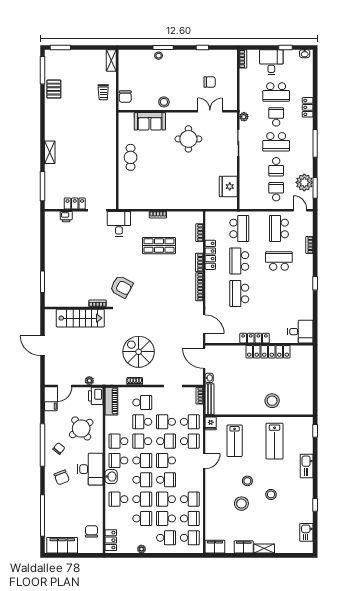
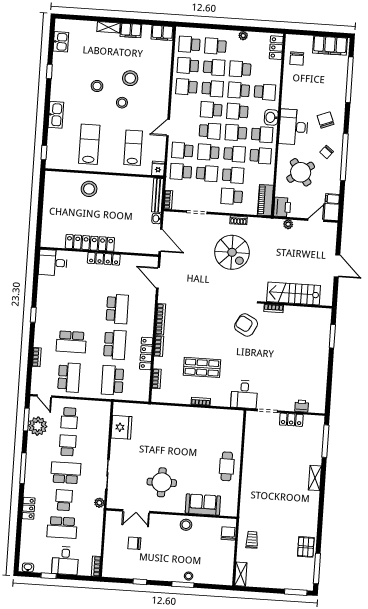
school desk: (276, 92) -> (62, 528), turned 180
school desk: (276, 117) -> (64, 500), turned 180

